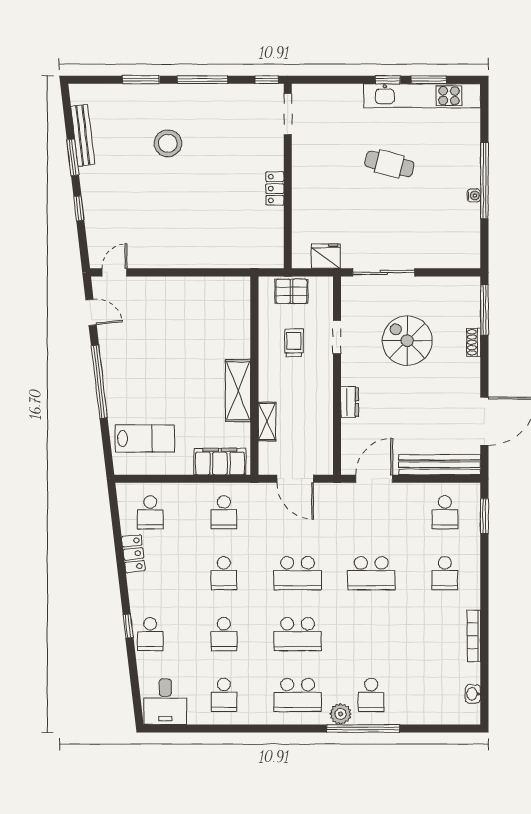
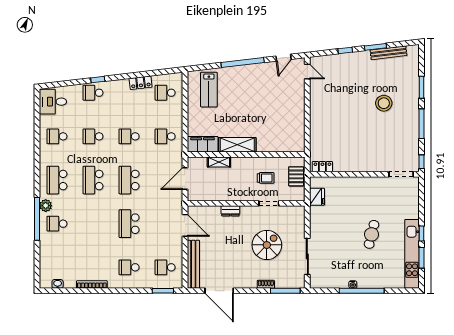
locker: (275, 189) -> (322, 167), moved
sliding door: (384, 272) -> (307, 256), moved
filing cabinet: (220, 462) -> (203, 144), moved, turned -90

